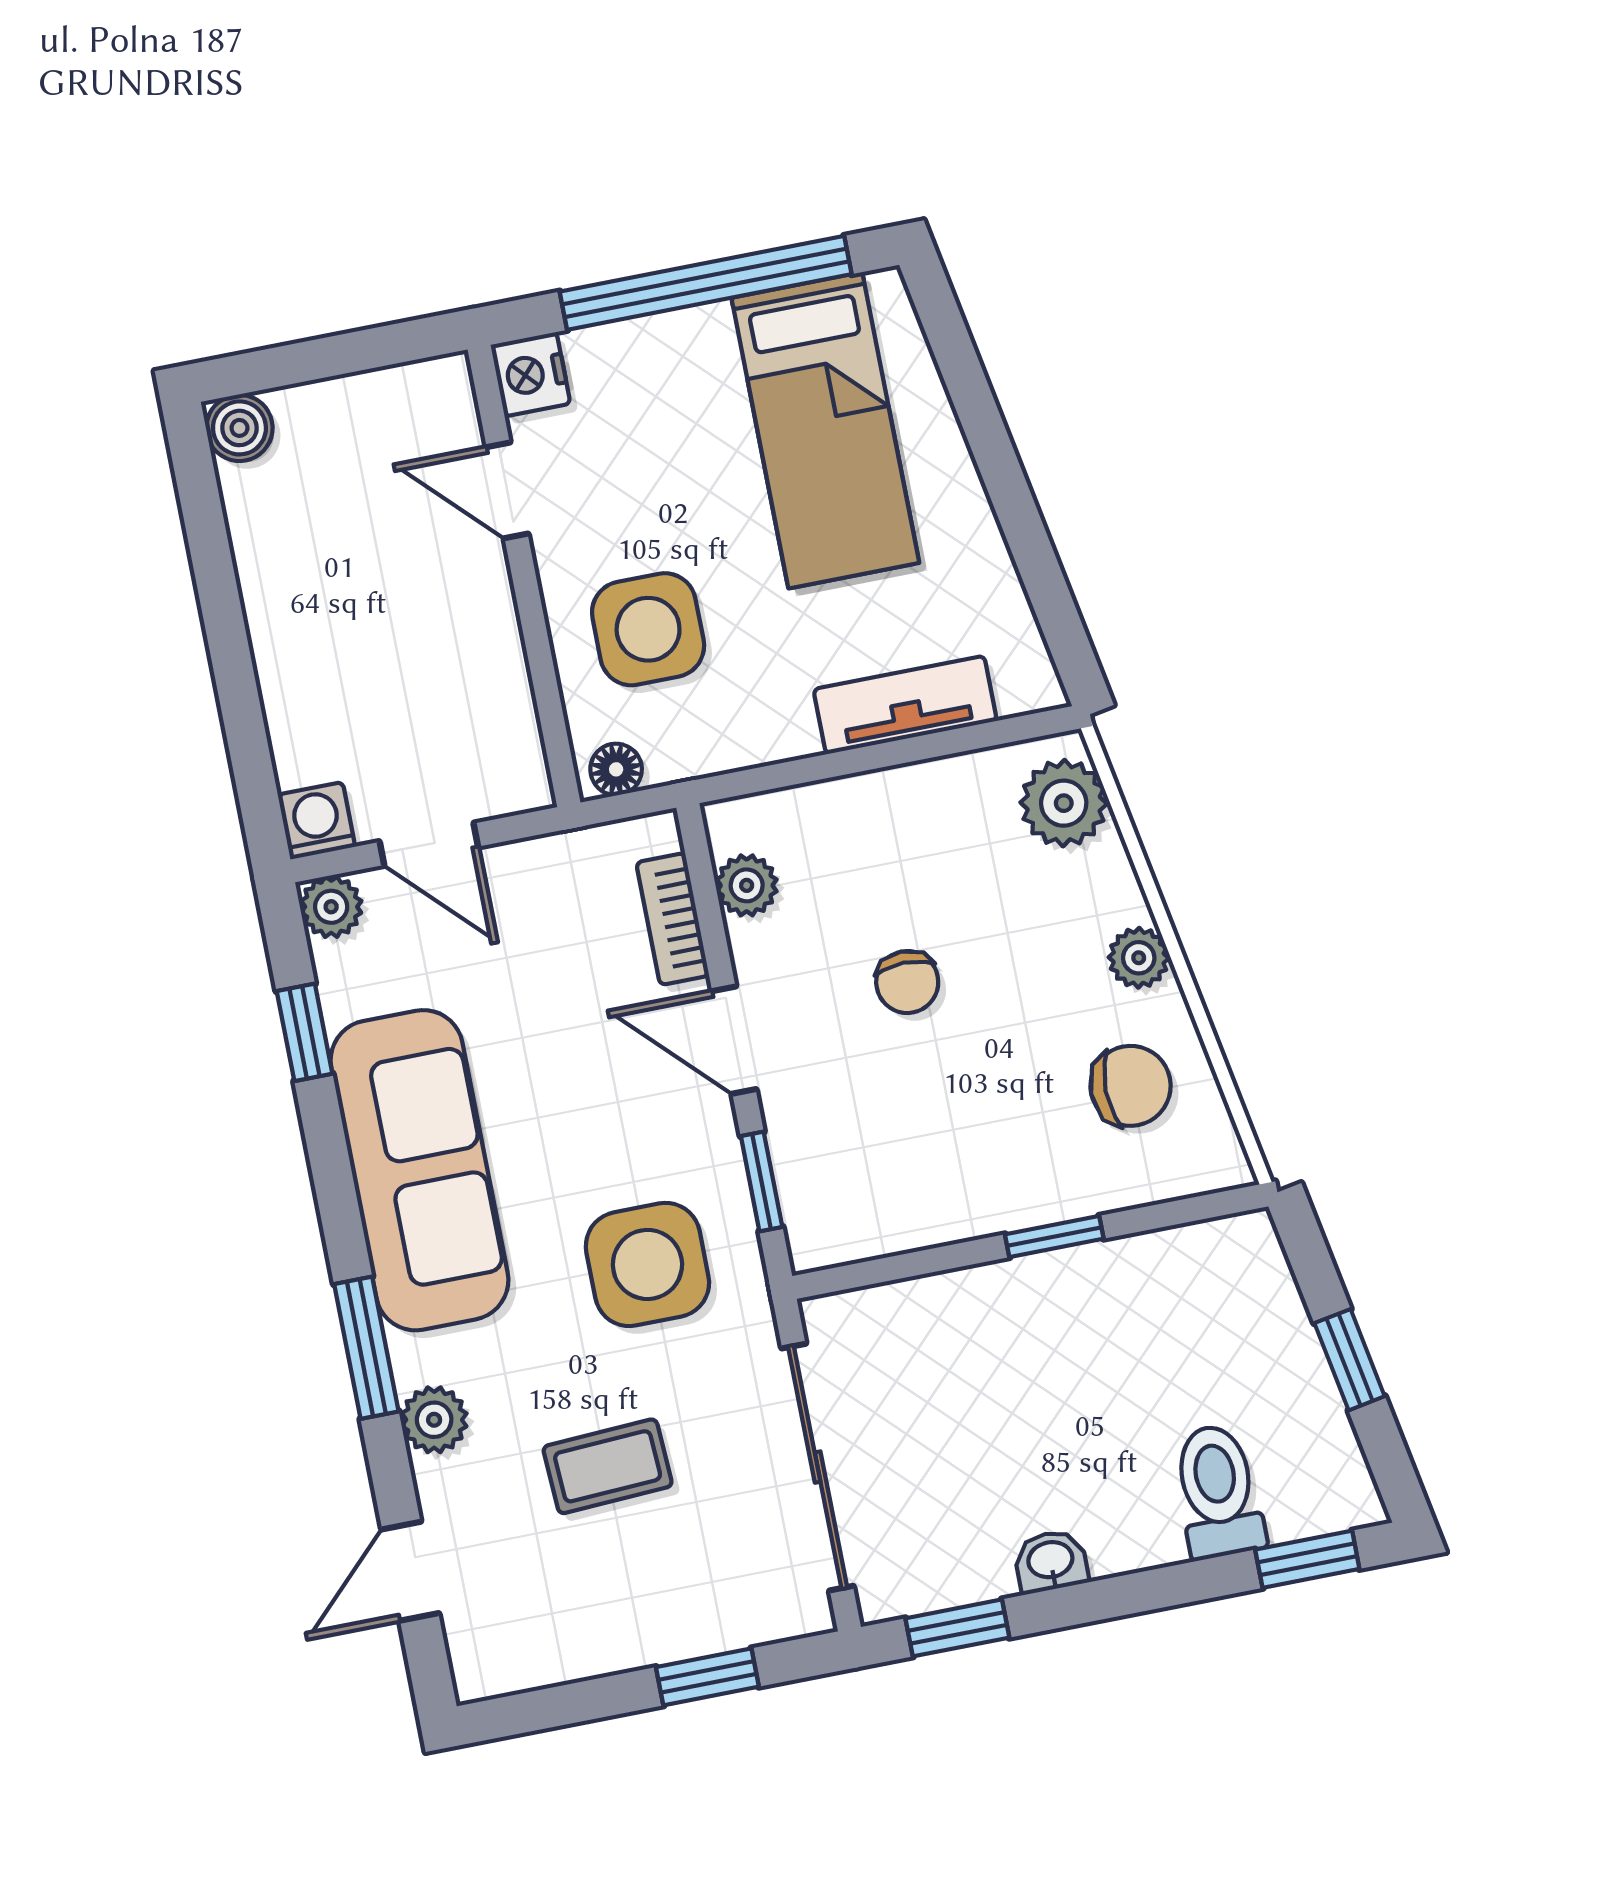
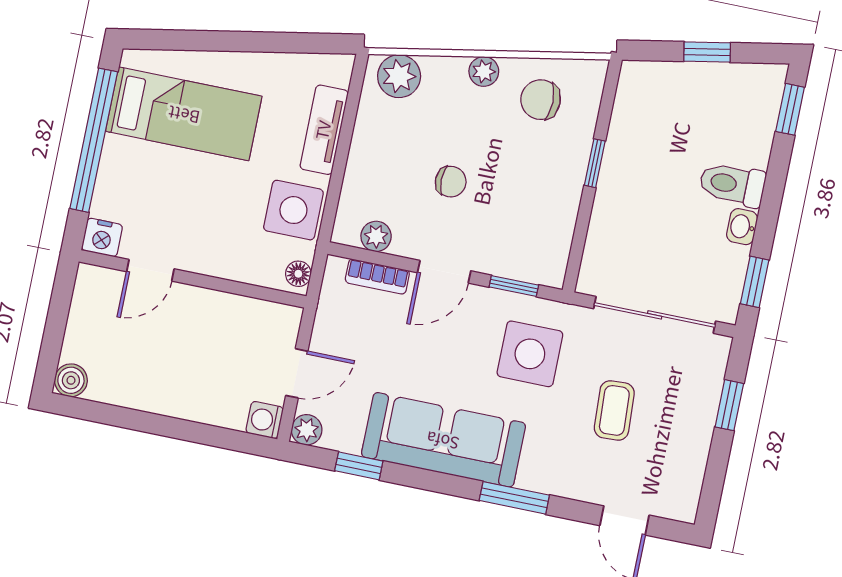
side table: (648, 629) -> (293, 210), moved
chair: (1131, 1086) -> (541, 100), turned -90
plant: (434, 1420) -> (560, 481), removed
toilet: (1218, 1491) -> (732, 184), moved

